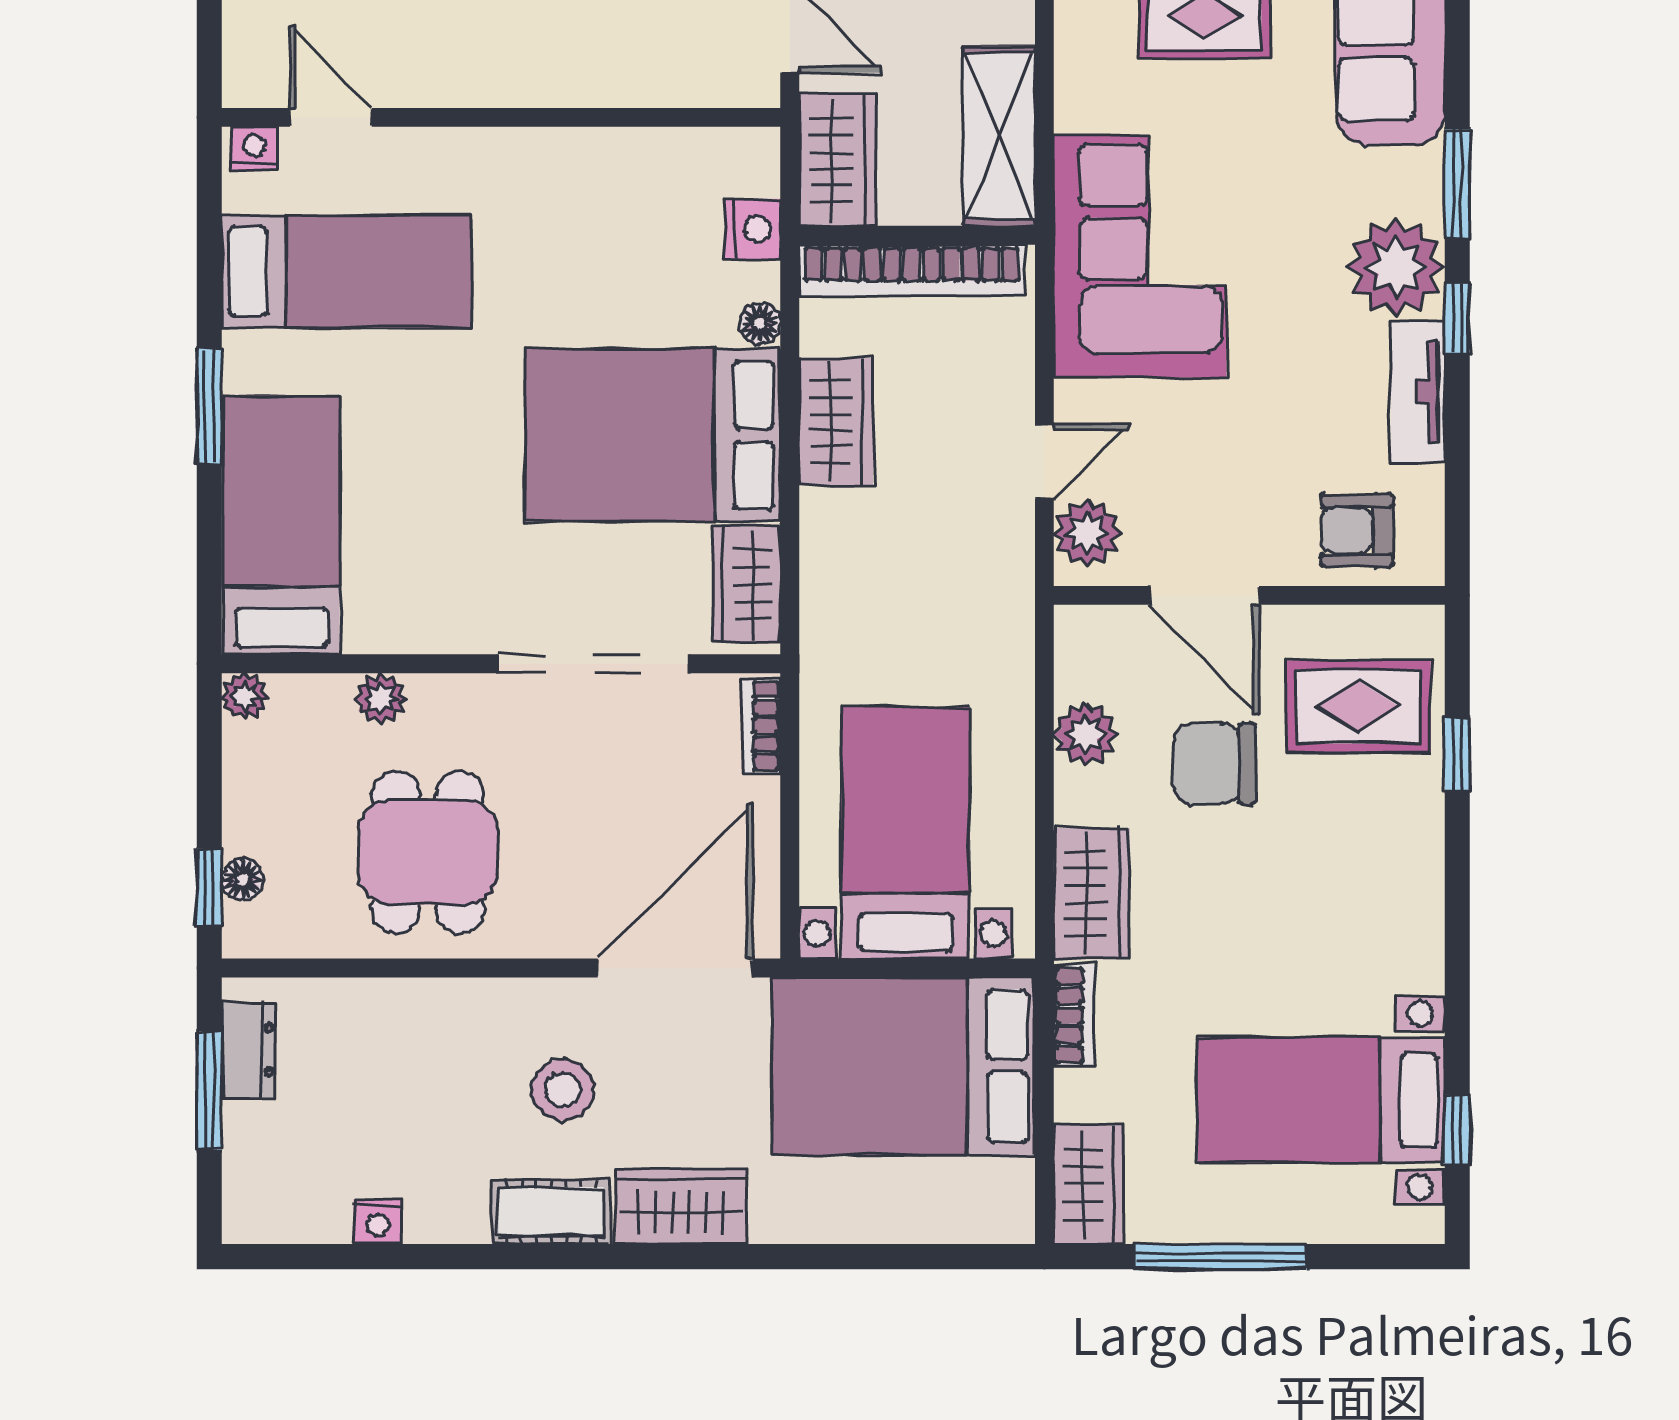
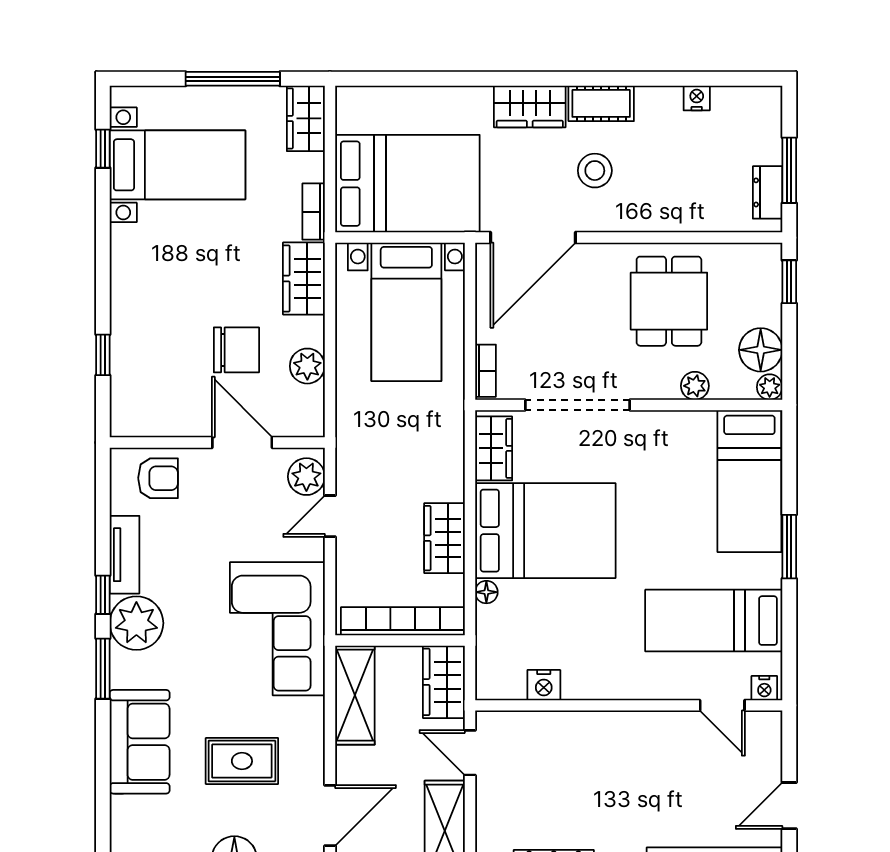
nightstand: (753, 229) -> (544, 685), moved, turned -90
rug: (1358, 706) -> (157, 381), removed
floor lamp: (243, 880) -> (761, 350), moved, width x1.89, depth x1.89

